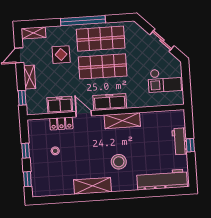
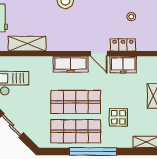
shelving: (122, 121) -> (27, 44), moved

